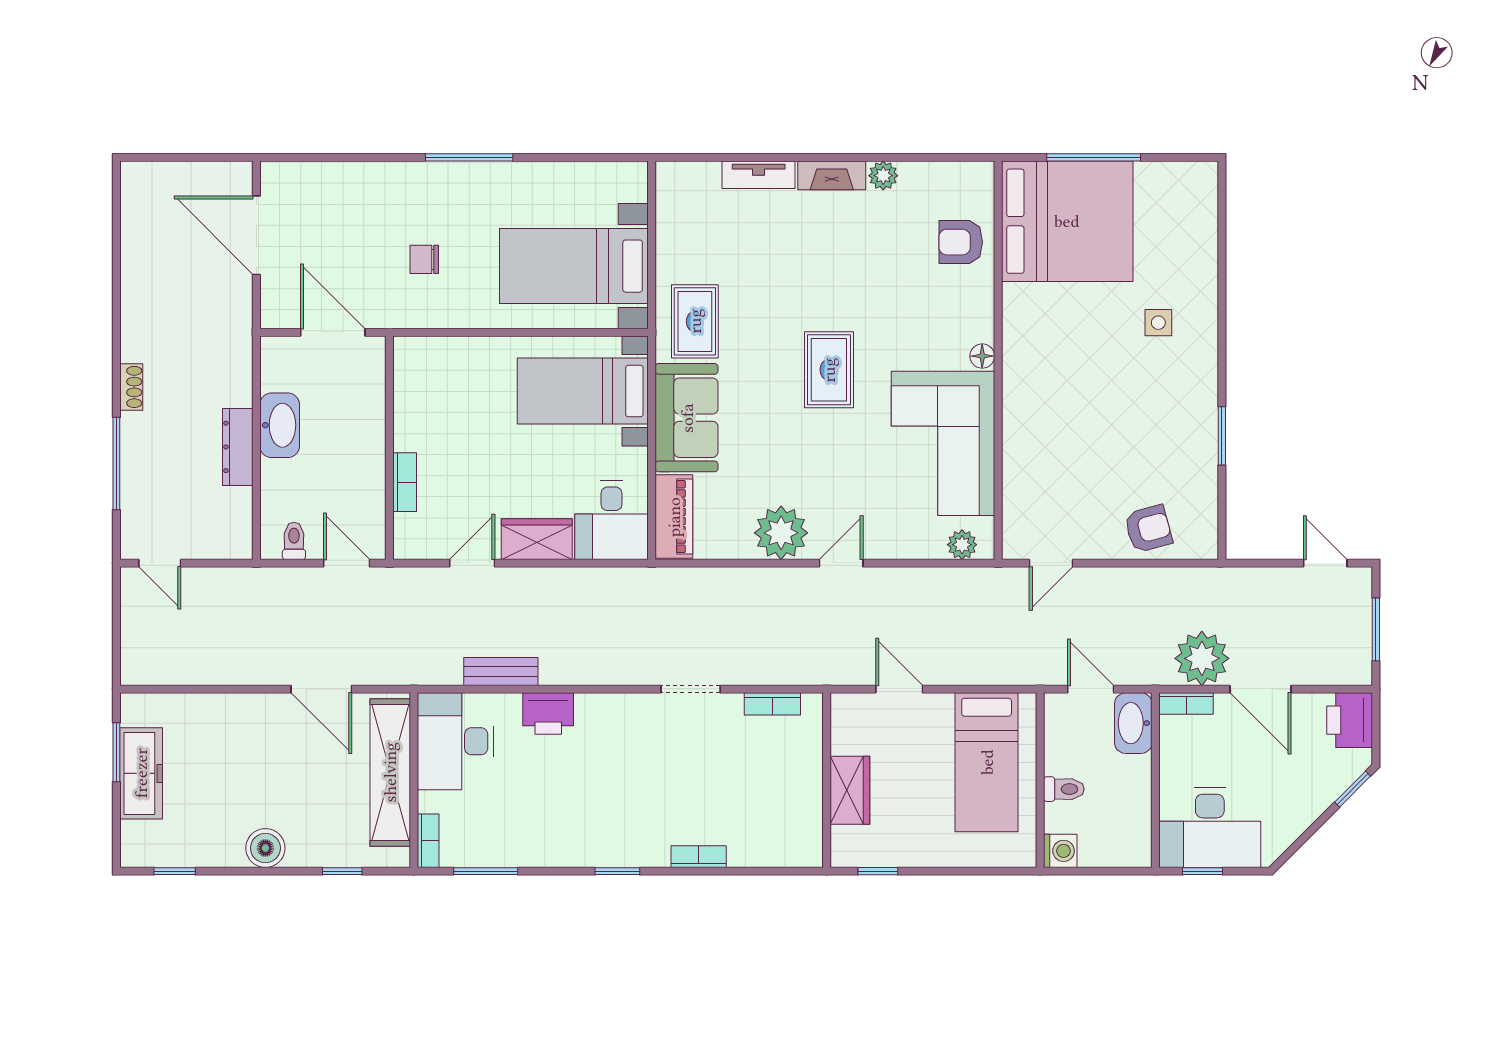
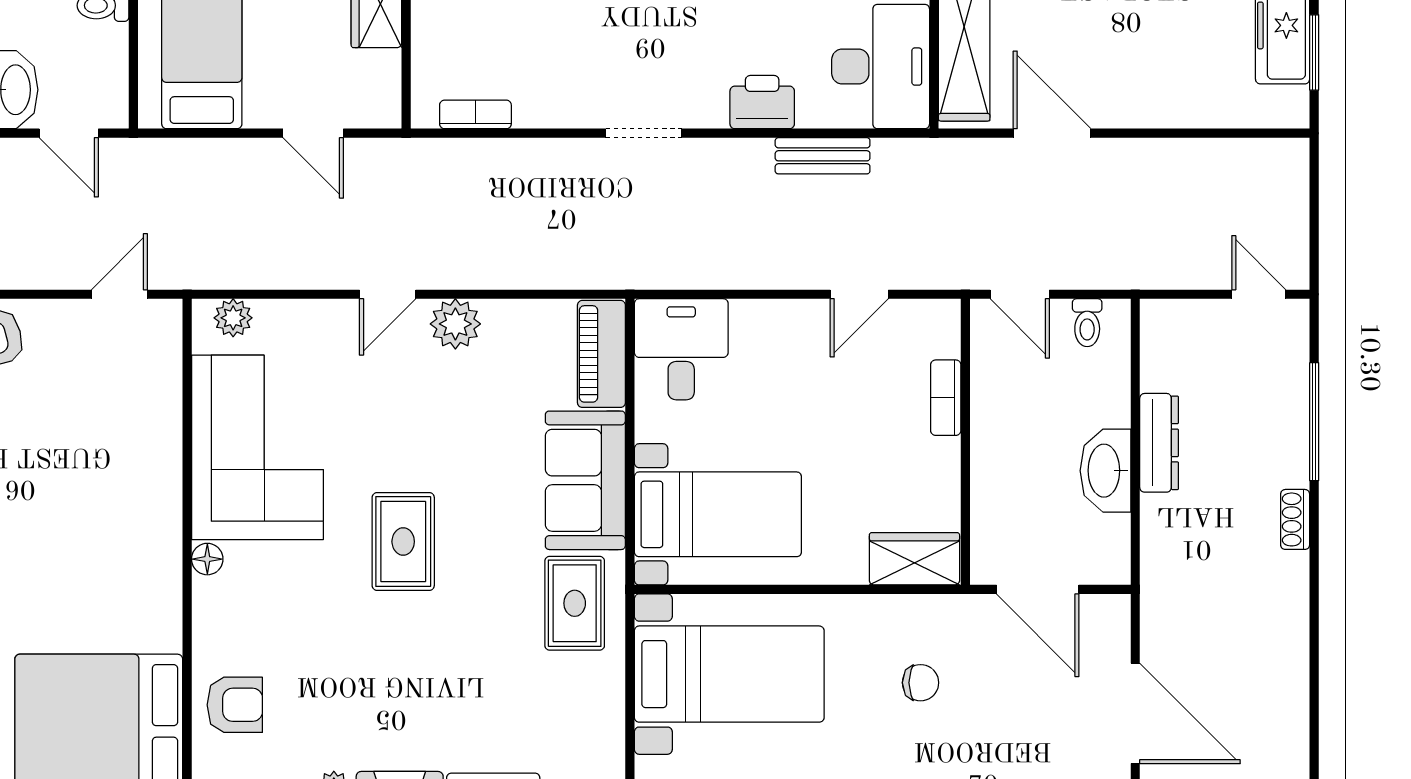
plant: (781, 533) -> (455, 324), width x0.73, depth x0.73
wardrobe: (537, 539) -> (914, 559), moved, turned 180
doorway: (691, 689) -> (644, 133), moved

